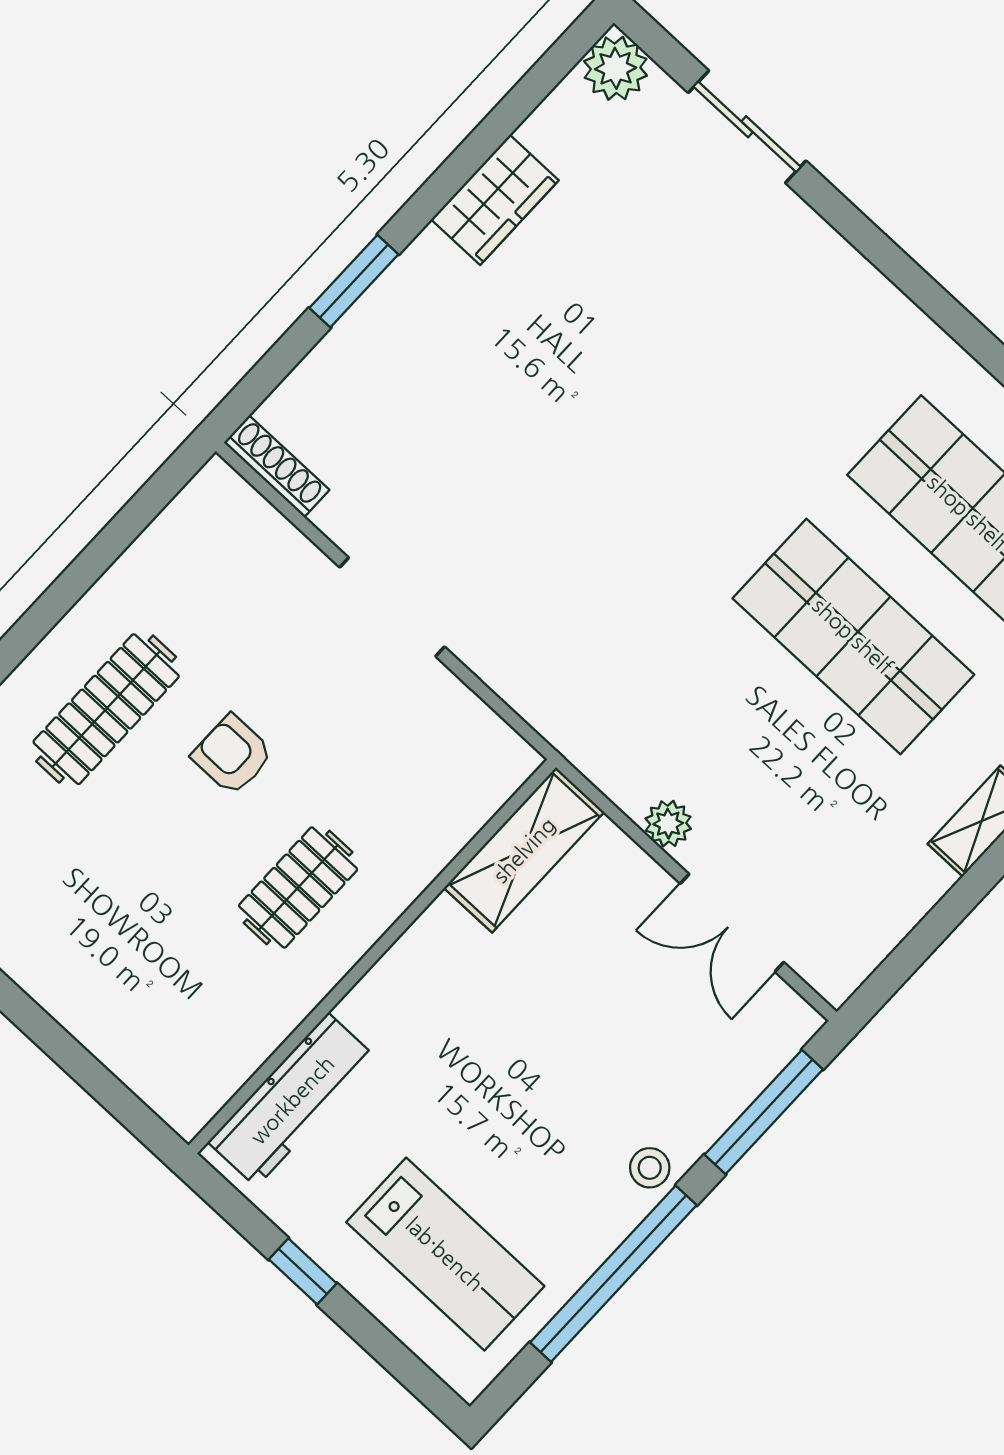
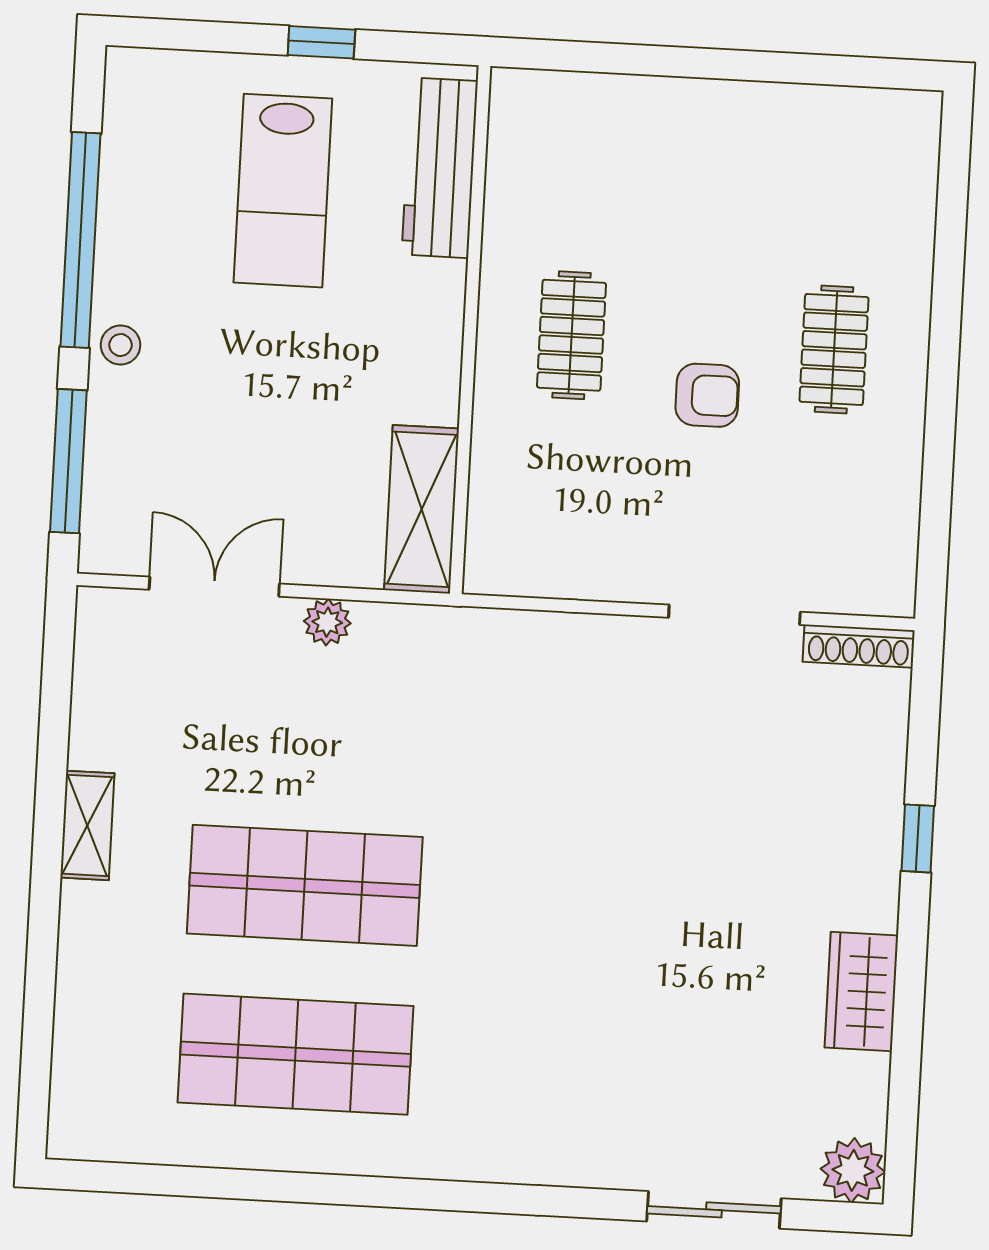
window: (354, 281) -> (918, 838), width x0.67
doorway: (392, 607) -> (734, 615), moved
clothes rail: (106, 709) -> (834, 349), width x0.73
lab bench: (445, 1254) -> (283, 191), moved, turned -90

